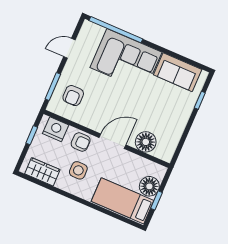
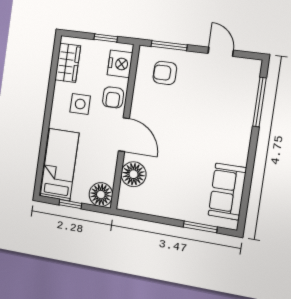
window: (116, 30) -> (259, 102), width x0.68
corner sofa: (126, 60) -> (225, 124), removed
window: (200, 100) -> (200, 227), width x1.50
floor lamp: (149, 186) -> (101, 195), moved

